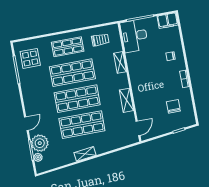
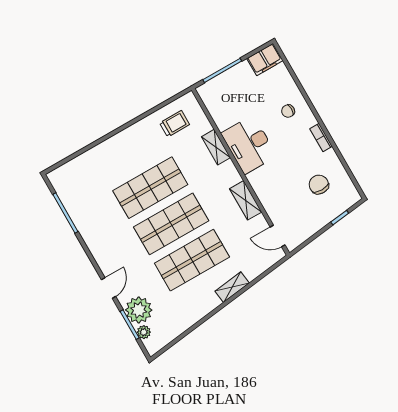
desk: (134, 36) -> (249, 145), moved
shop shelf: (68, 47) -> (129, 151), removed
display table: (30, 58) -> (80, 189), removed
door: (138, 128) -> (278, 236), swing flipped
shelving: (85, 154) -> (232, 287), moved

